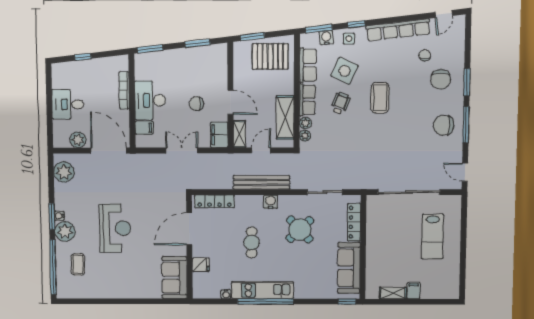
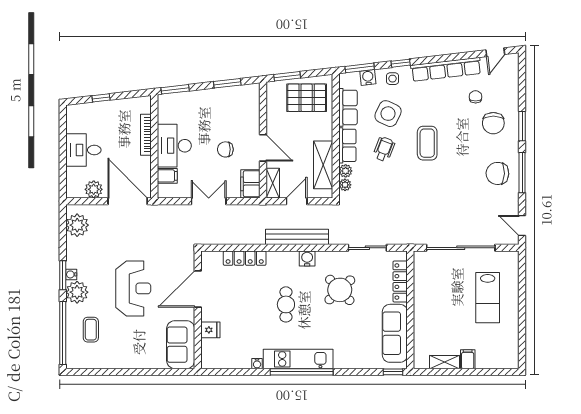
door: (189, 229) -> (198, 289), moved
wall: (189, 247) -> (198, 310), moved
fridge: (201, 265) -> (210, 330), moved
sofa: (175, 278) -> (181, 345), moved

